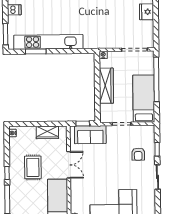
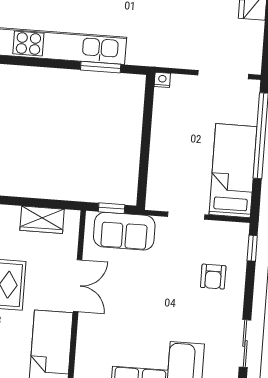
window: (36, 51) -> (101, 67), moved
wardrobe: (106, 86) -> (163, 139), removed
window: (157, 149) -> (252, 248), moved
sliding door: (157, 177) -> (245, 343), moved

